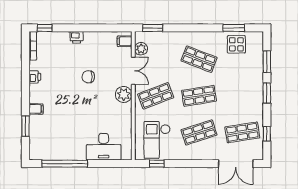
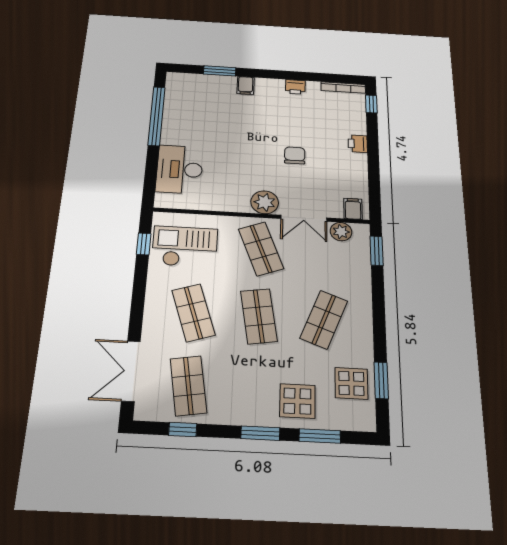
display table: (248, 74) -> (297, 401), added

